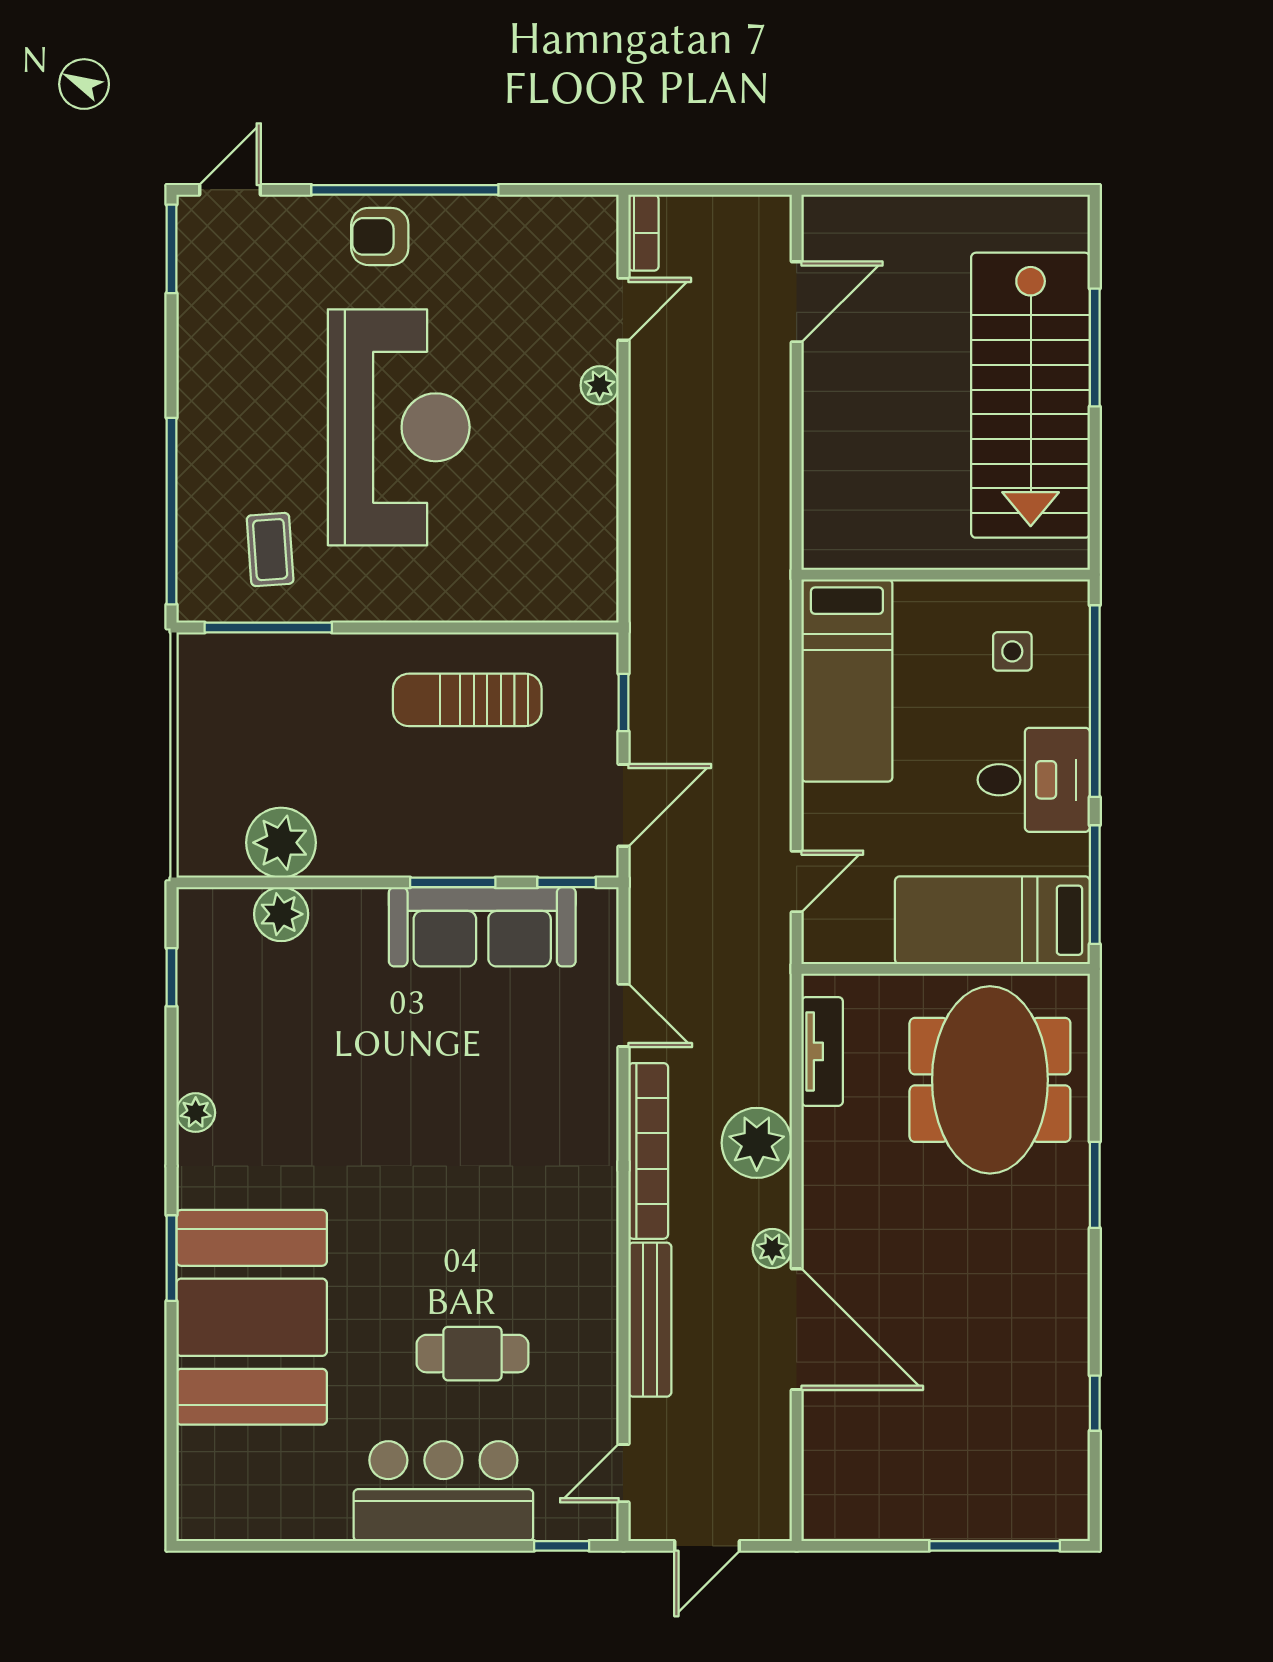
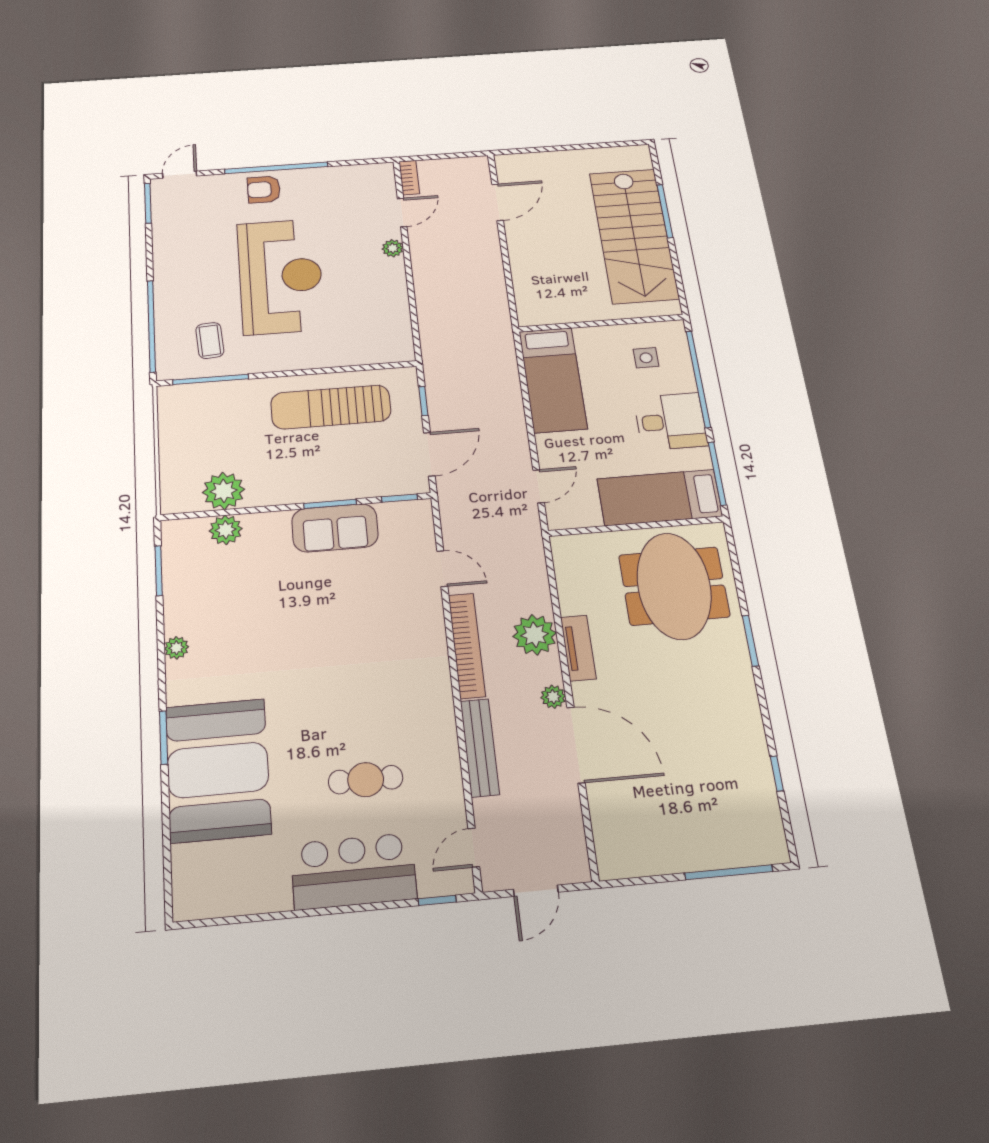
sun lounger: (467, 700) -> (331, 407), width x1.36, depth x1.34
sofa: (482, 927) -> (335, 528), width x0.73
window: (172, 977) -> (159, 571), width x1.50
tv unit: (822, 1051) -> (578, 648), moved

